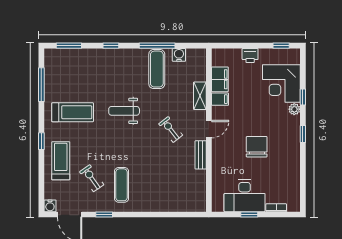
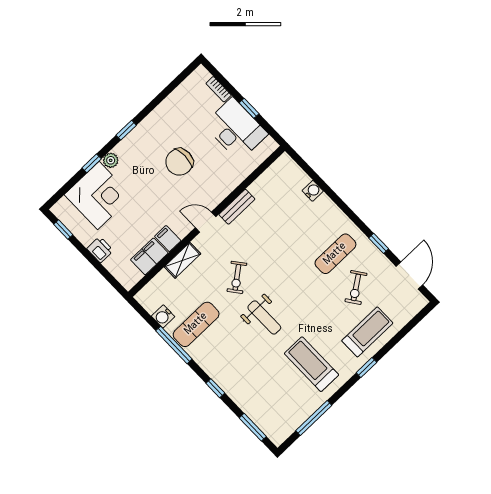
exercise bike: (171, 129) -> (237, 277), moved
treadmill: (61, 161) -> (367, 332), turned 180
water cooler: (50, 206) -> (313, 191), moved

